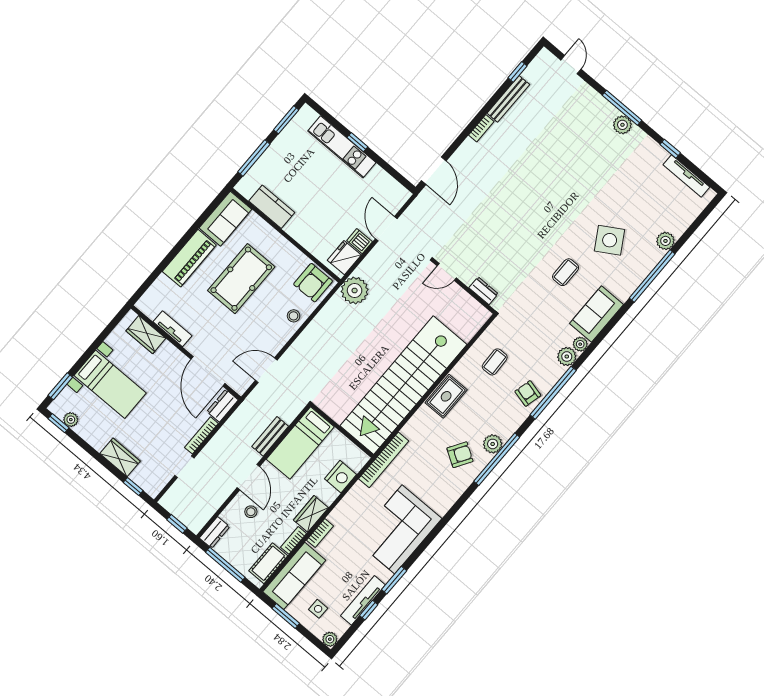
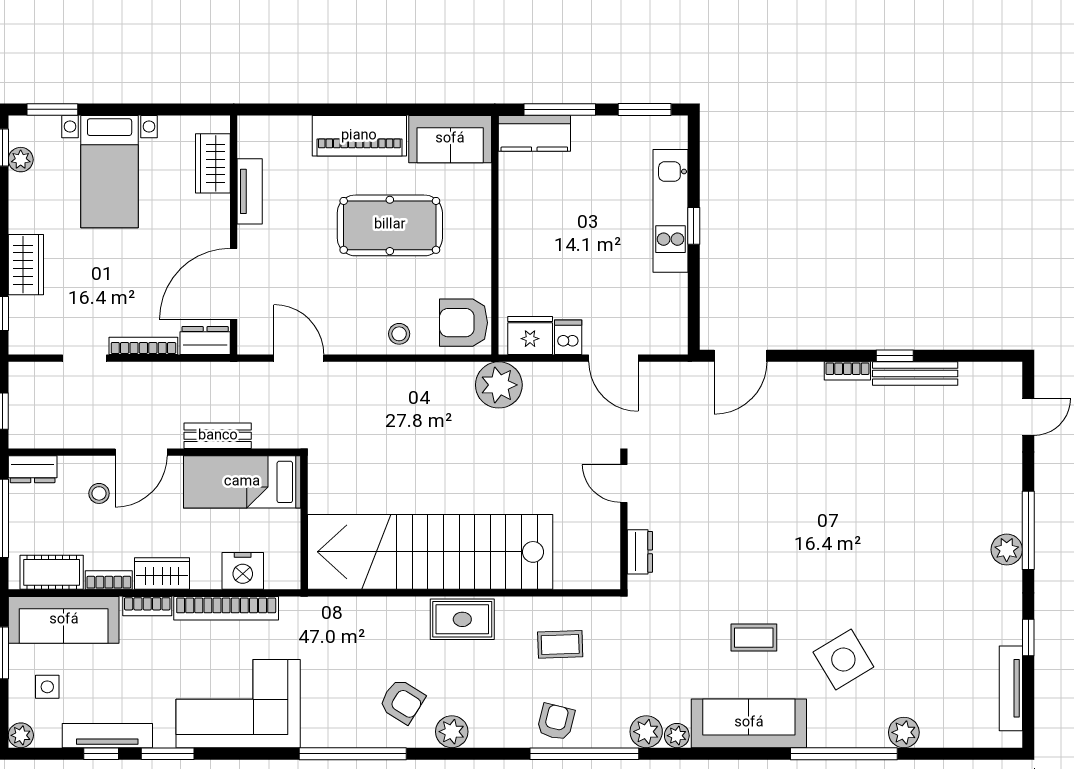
window: (517, 72) -> (895, 356), moved
kitchen counter: (272, 207) -> (534, 133), moved, turned 90
door: (386, 229) -> (613, 358), swing flipped
sofa: (596, 314) -> (749, 723), width x1.36
window: (497, 459) -> (353, 754), moved
bookcase: (384, 460) -> (226, 608), moved

